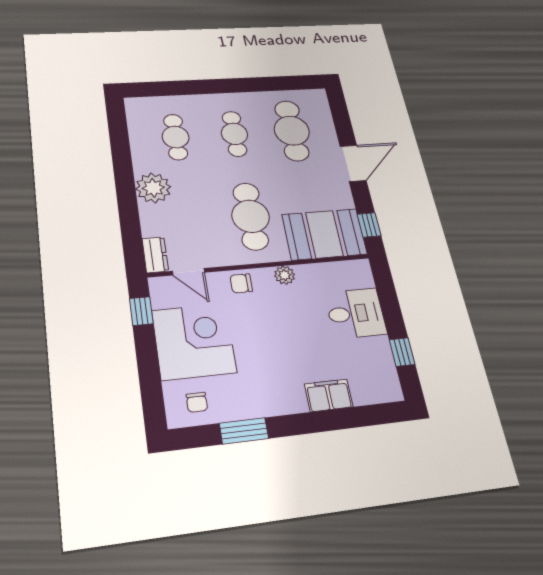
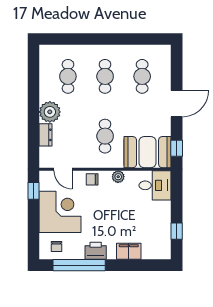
cafe table: (292, 131) -> (142, 76), width x0.73, depth x0.74
cafe table: (251, 216) -> (105, 136), width x0.73, depth x0.74
dresser: (155, 255) -> (45, 135), moved
desk: (356, 313) -> (155, 185), moved
printer: (270, 401) -> (96, 251), added
window: (244, 431) -> (79, 265), width x2.11

